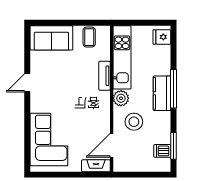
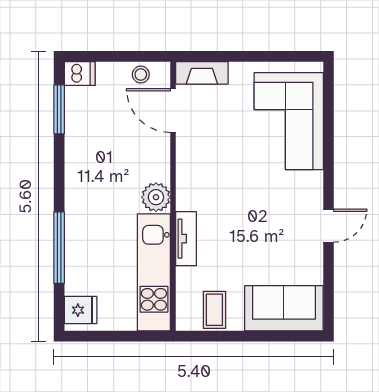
window: (173, 89) -> (59, 248), moved
kitchen counter: (162, 93) -> (80, 206), removed
stool: (134, 122) -> (141, 74), moved, width x0.53, depth x0.53
door: (112, 145) -> (173, 111), swing flipped
dishwasher: (162, 151) -> (80, 74), moved

